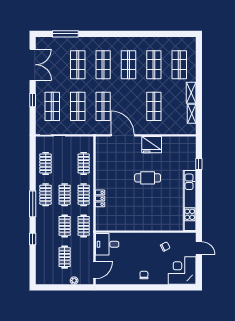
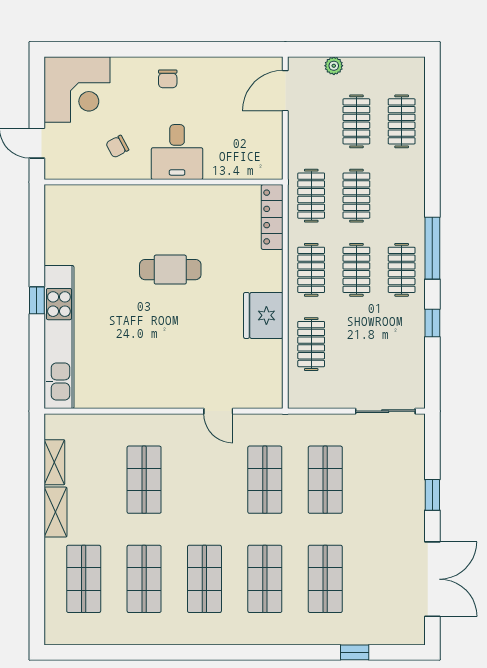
window: (65, 34) -> (355, 652), width x0.46
double door: (33, 65) -> (432, 579), swing flipped
shop shelf: (52, 106) -> (386, 480), removed
door: (123, 135) -> (218, 411), width x0.53
fridge: (152, 145) -> (263, 315), moved, turned -90
clothes rail: (46, 163) -> (402, 121), moved
window: (199, 164) -> (37, 300), moved
cafe table: (148, 178) -> (170, 270), moved
locker: (100, 198) -> (272, 217), moved, width x1.53
kitchen unit: (190, 200) -> (59, 337), moved
window: (33, 239) -> (432, 323), moved
desk: (107, 244) -> (177, 152), moved, turned 90

